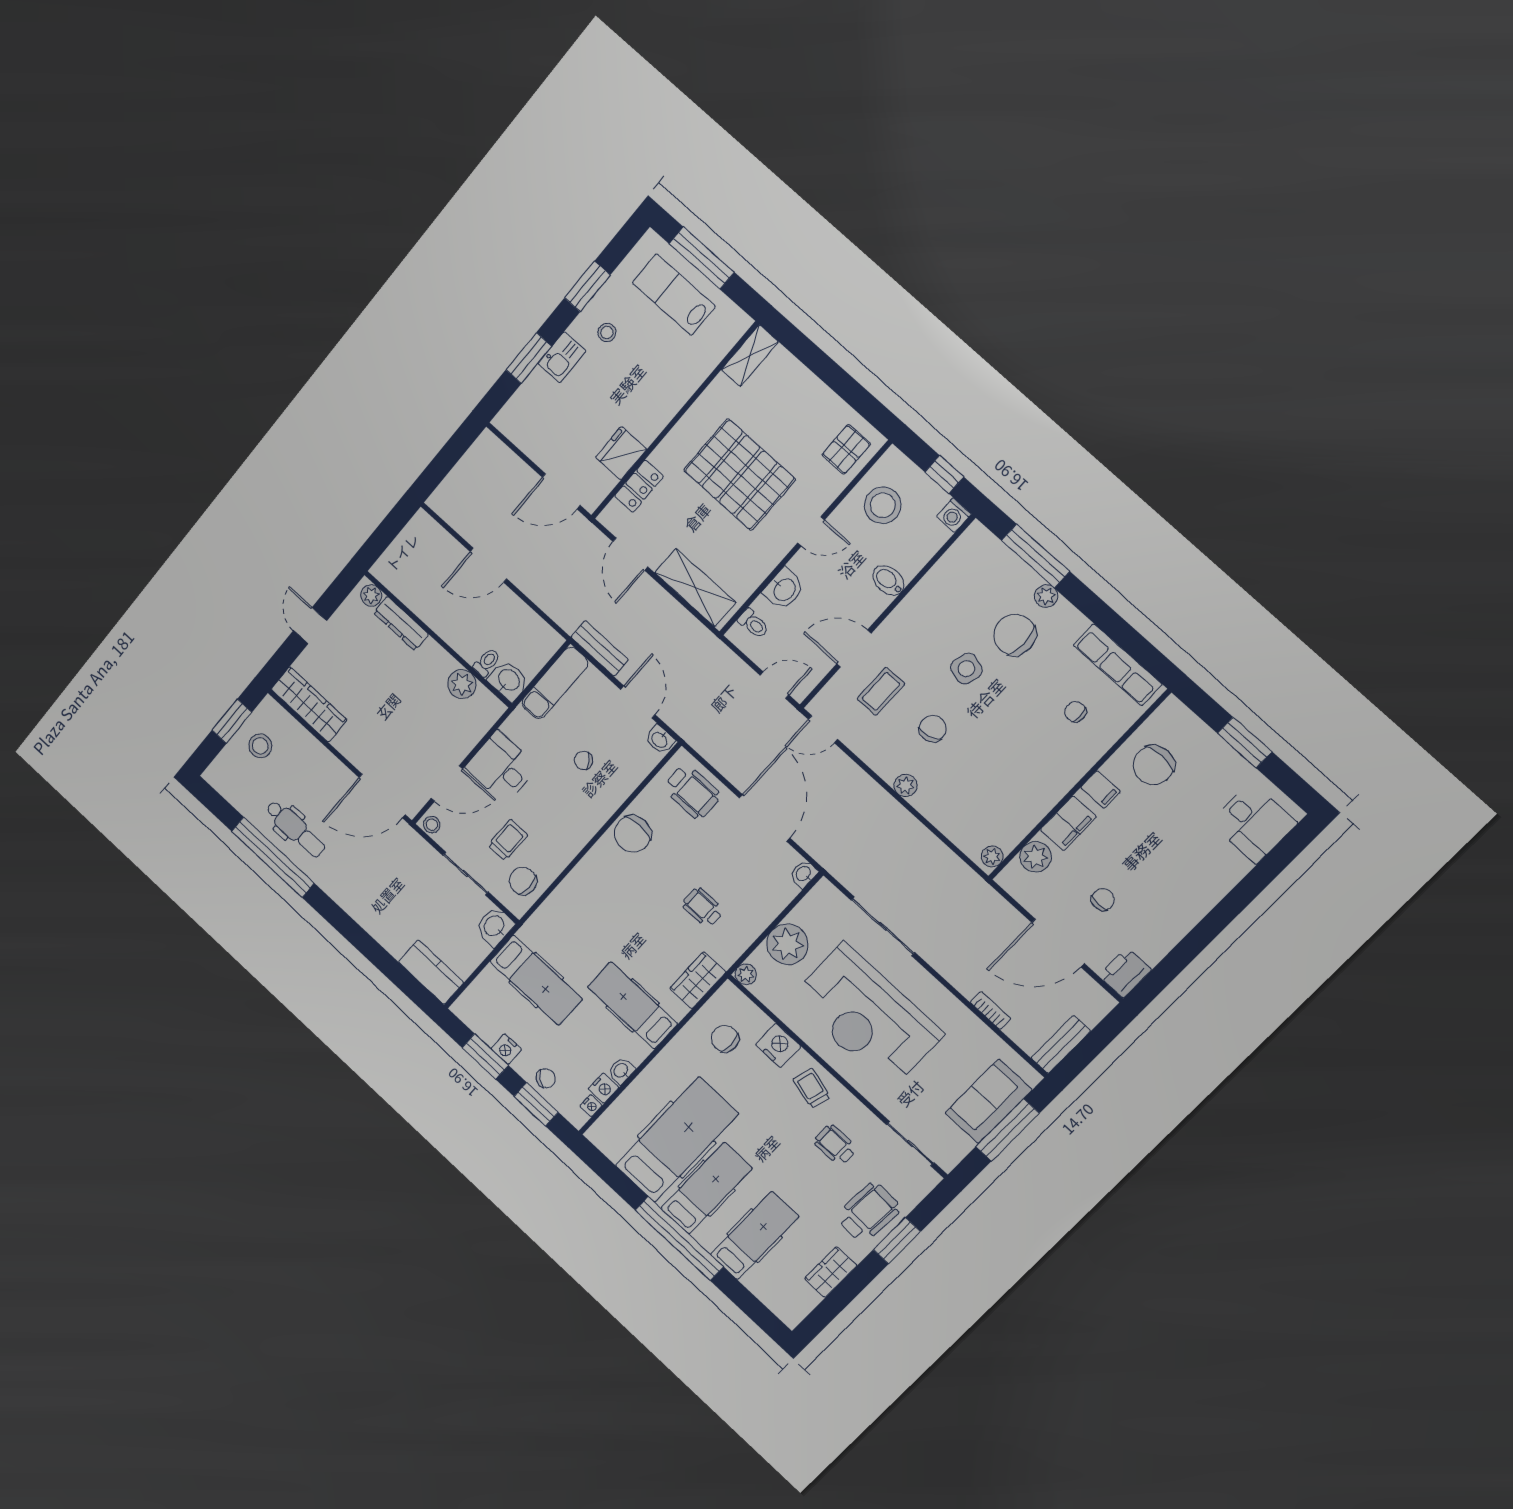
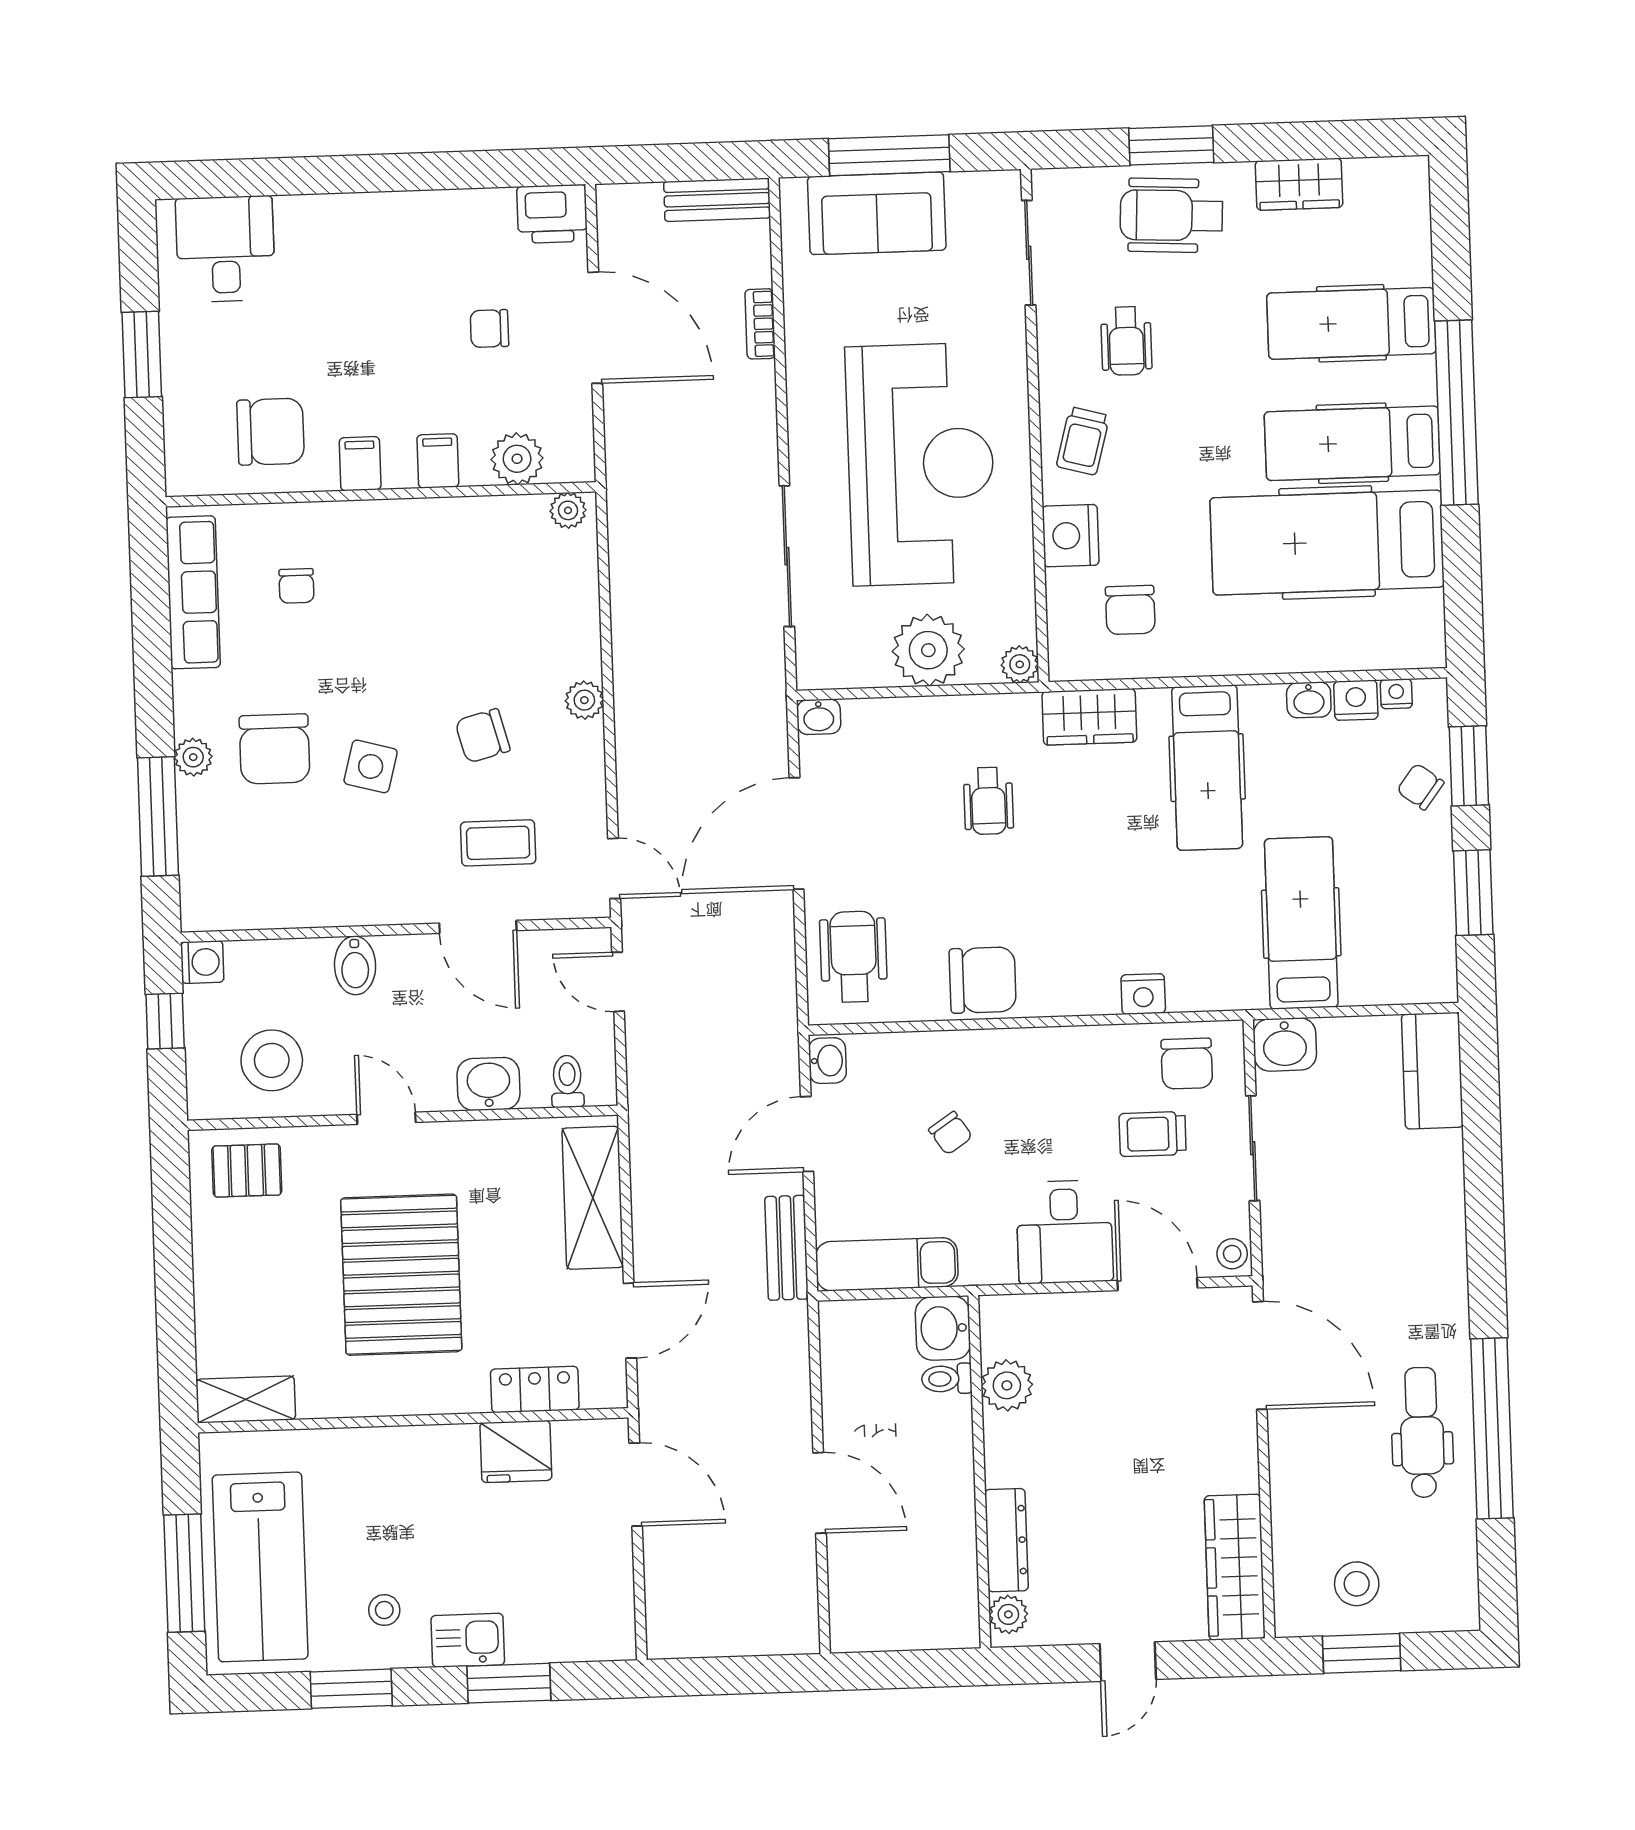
lab bench: (674, 295) -> (260, 1567), width x1.36, depth x1.39
filing cabinet: (1068, 823) -> (438, 461), width x0.50
nightstand: (506, 1049) -> (1143, 994), moved, turned 90

